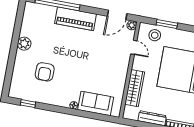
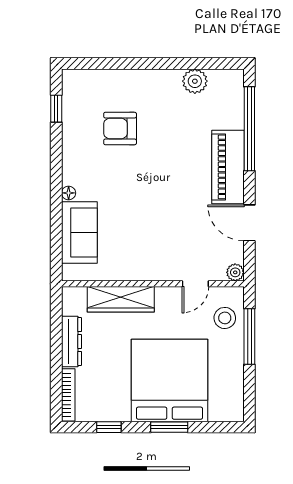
door: (117, 15) -> (249, 223), moved
window: (167, 24) -> (249, 336), width x1.44
plant: (24, 44) -> (195, 81), moved

